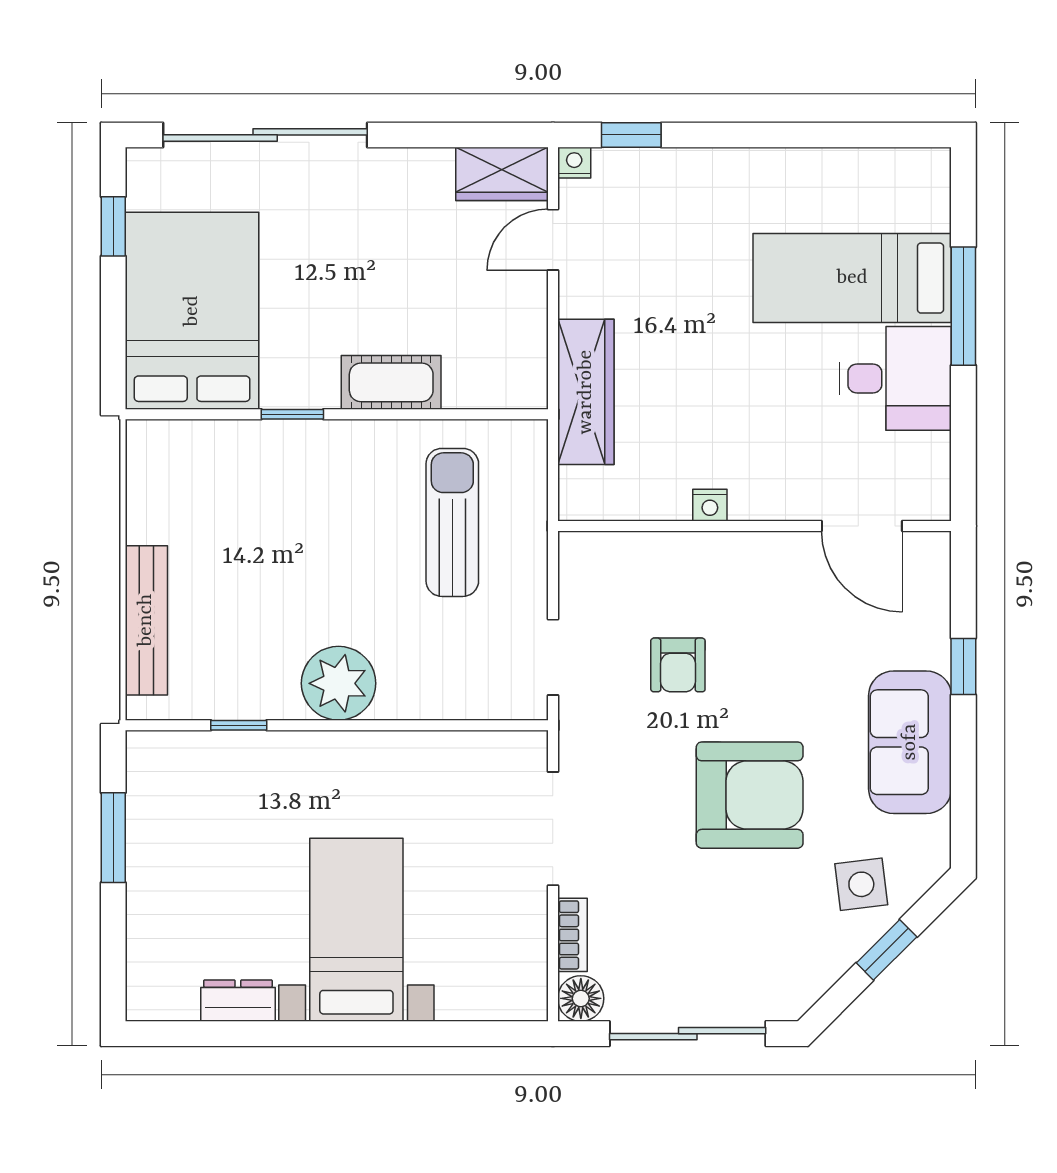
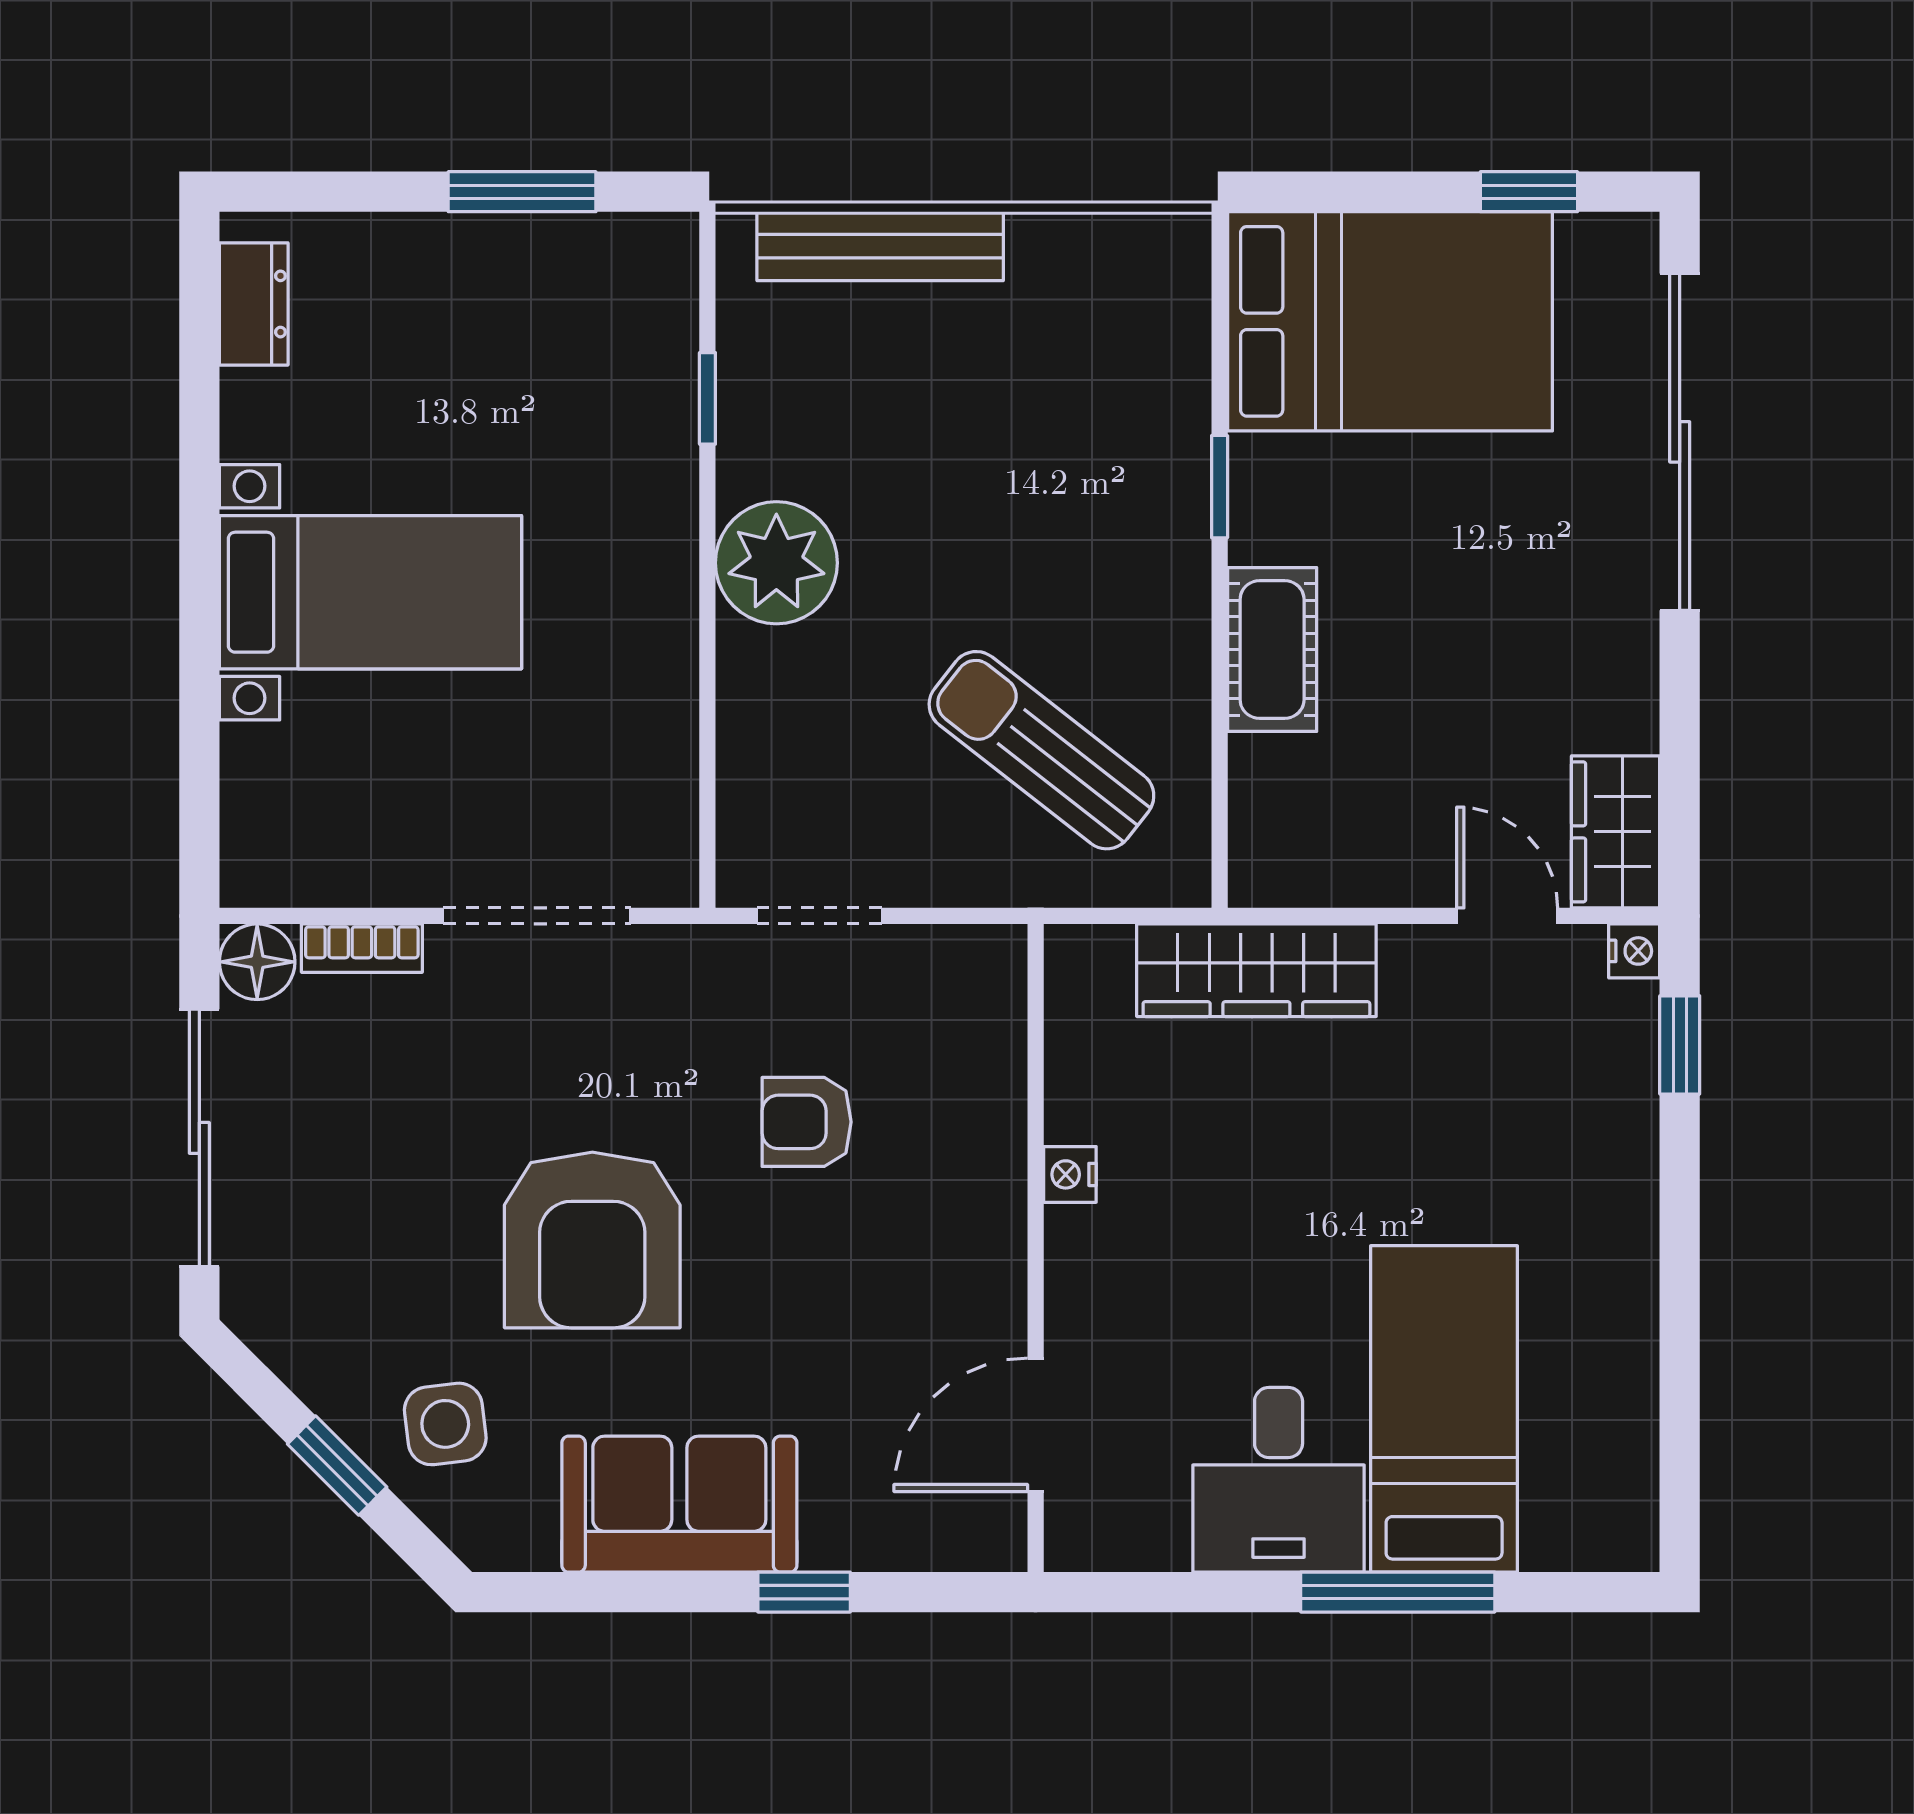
sun lounger: (452, 522) -> (1041, 750), turned -142
dresser: (238, 1001) -> (254, 304), moved

